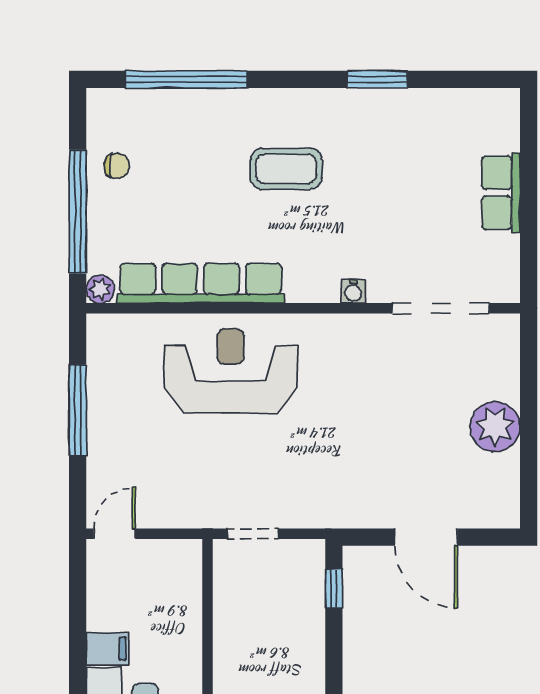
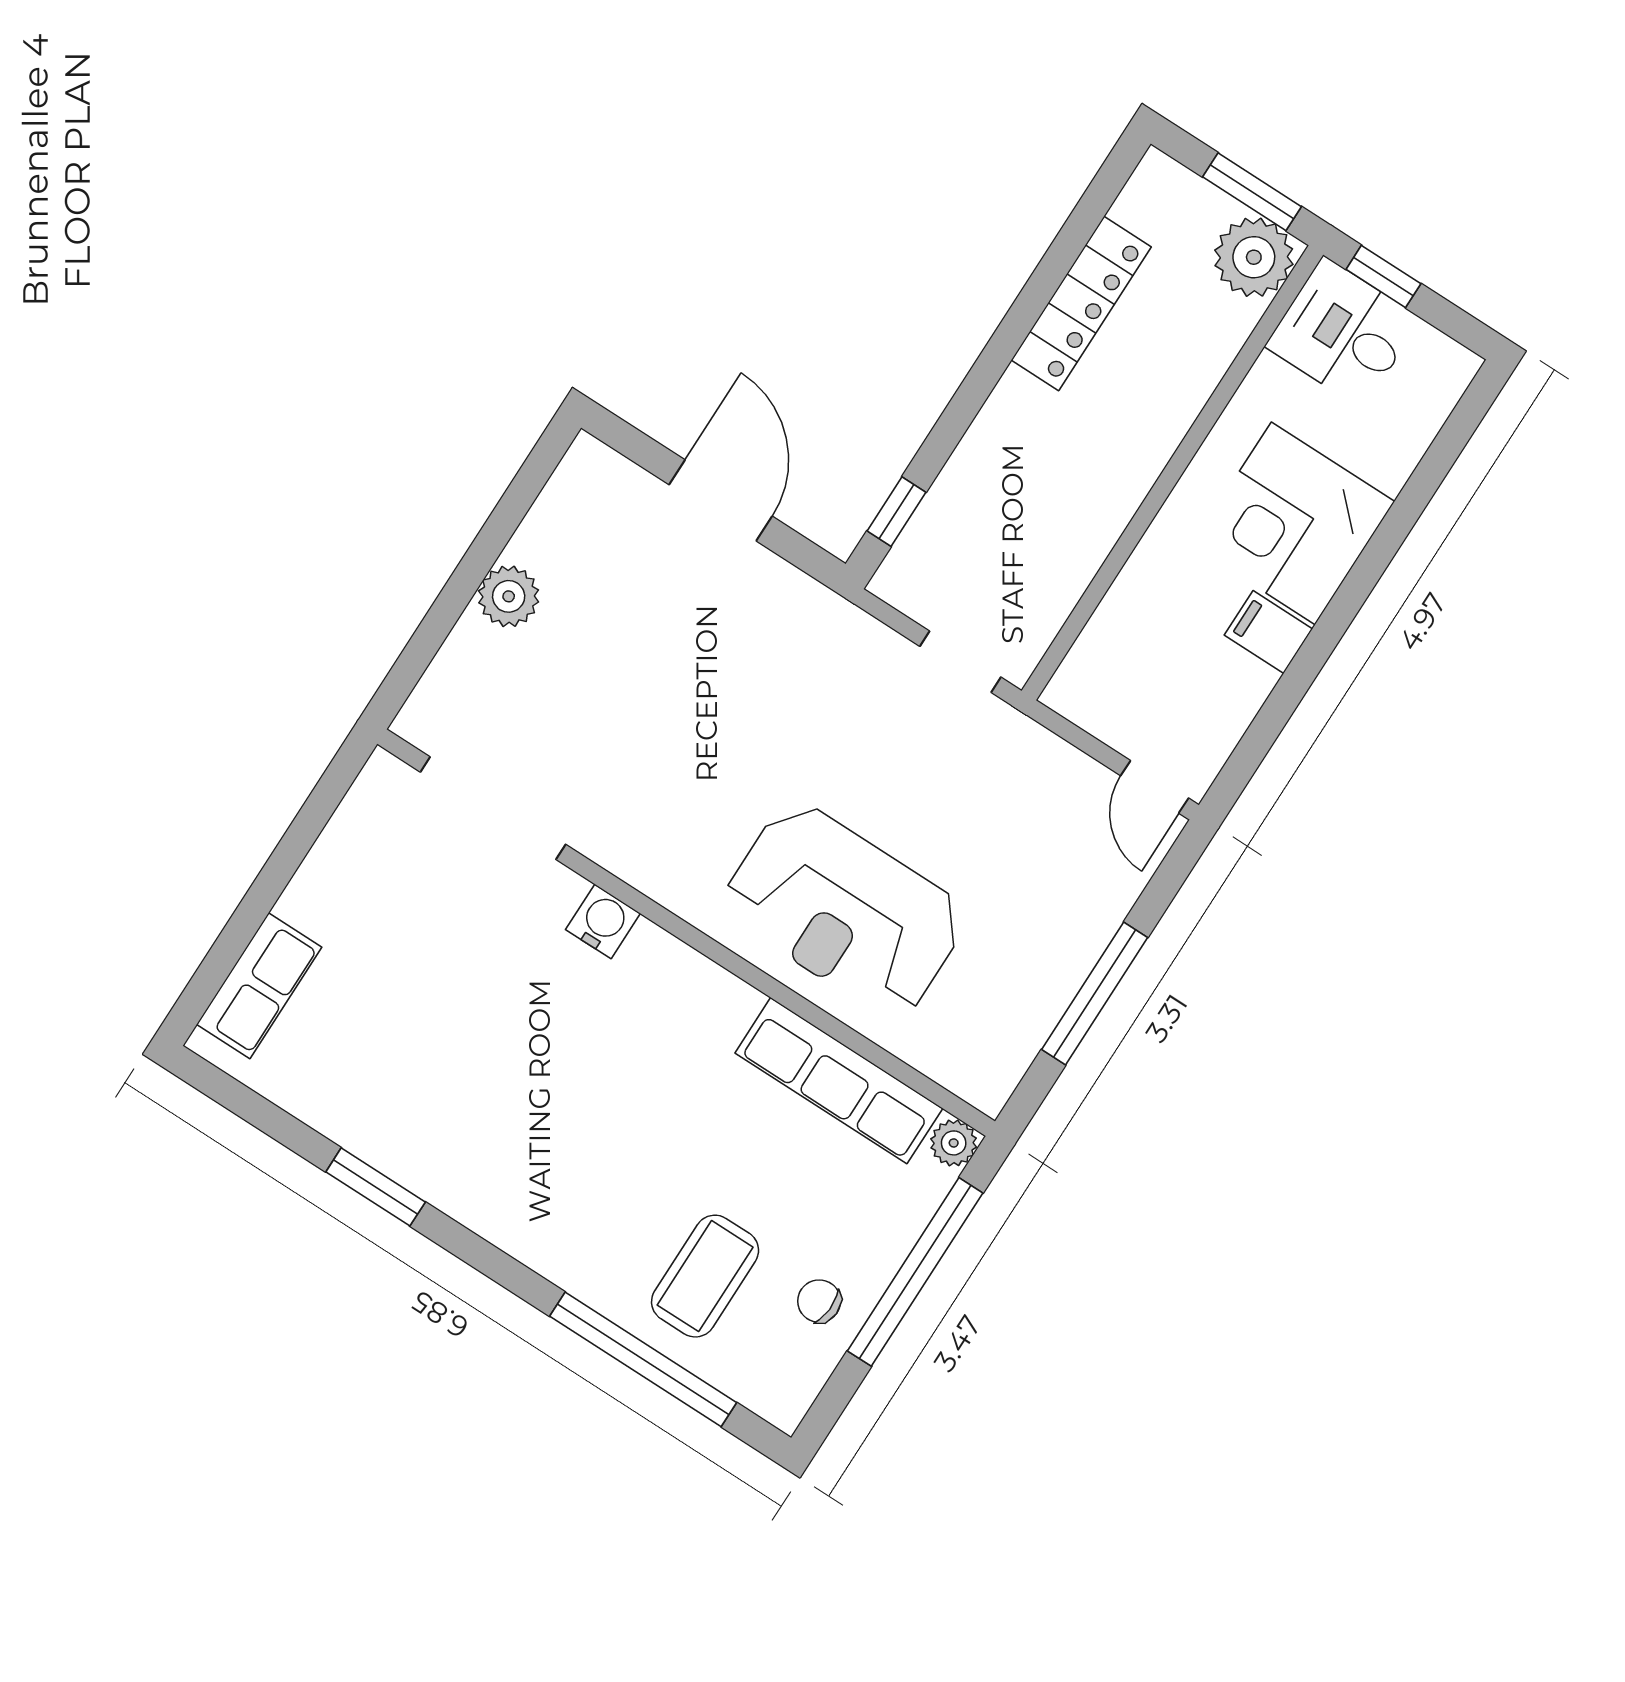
coffee table: (286, 169) -> (705, 1276), moved, turned 90
row of seats: (501, 193) -> (259, 986), moved
row of seats: (201, 283) -> (839, 1081), width x0.73
water cooler: (353, 291) -> (603, 921), width x1.38, depth x1.38
plant: (495, 427) -> (509, 596), width x0.73, depth x0.73
door: (115, 534) -> (1155, 787), hinge flipped

